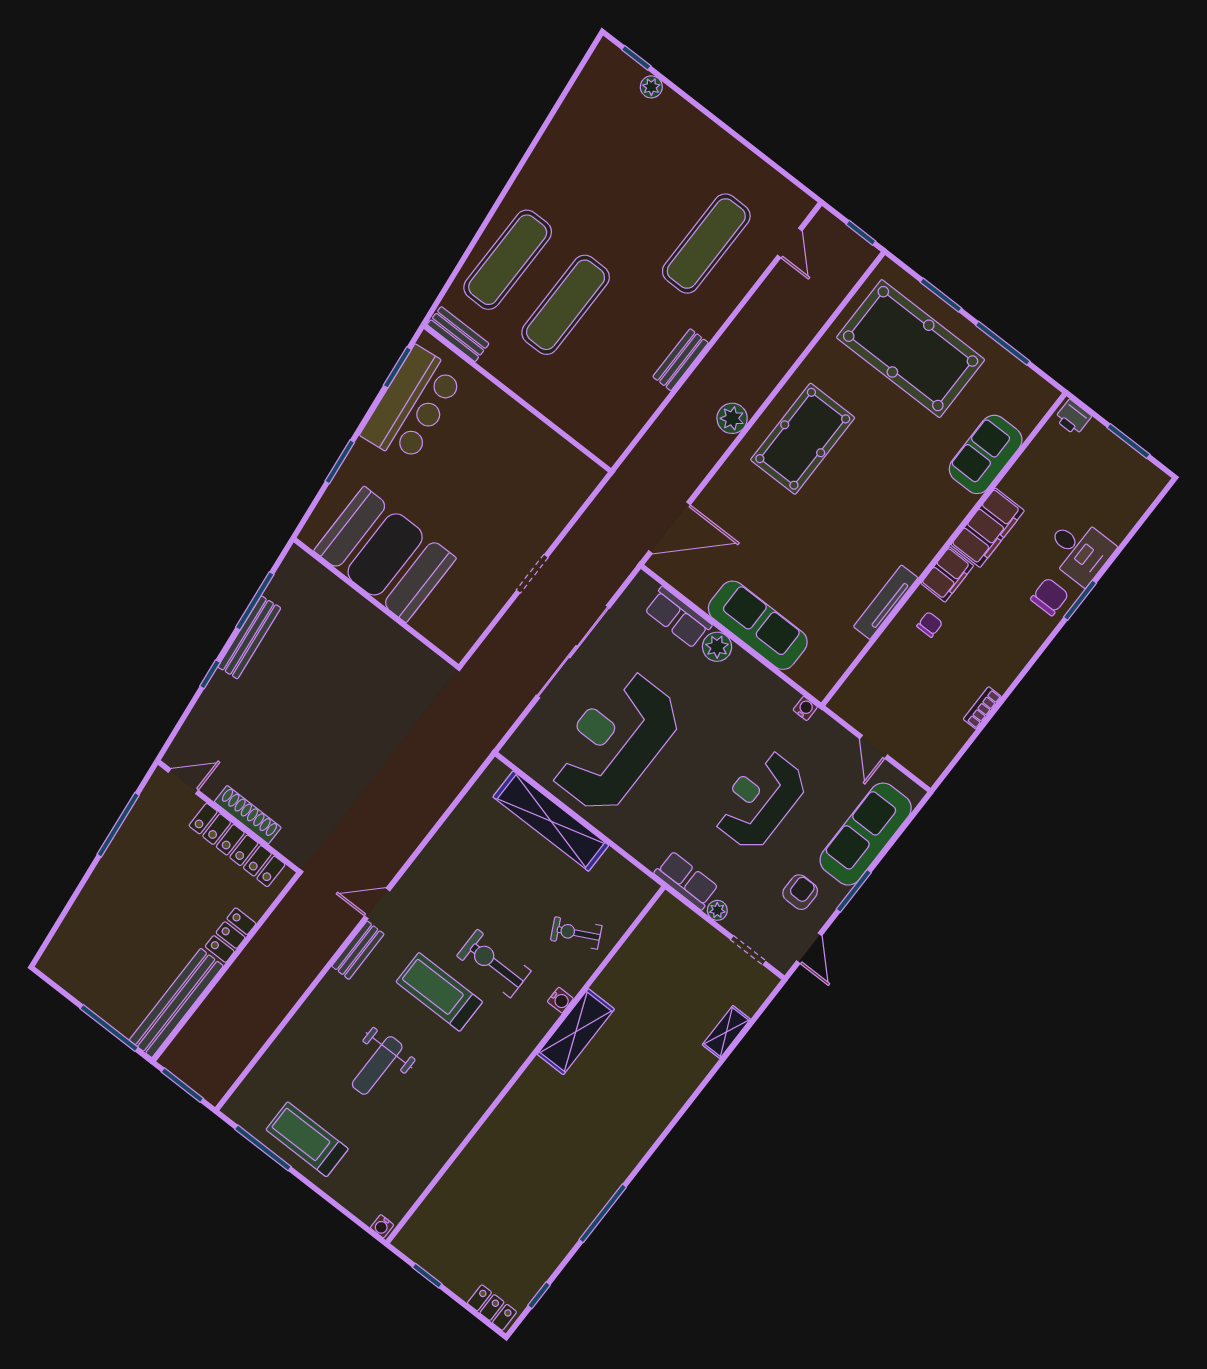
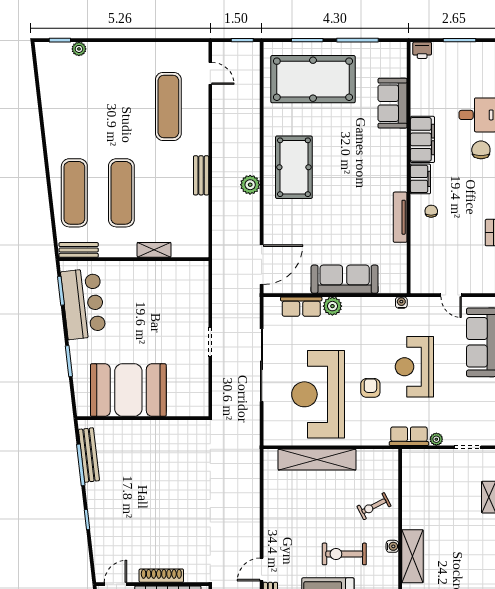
shelving: (551, 406) -> (154, 250), added
bench: (249, 637) -> (89, 455), moved
armchair: (800, 892) -> (370, 388), moved

